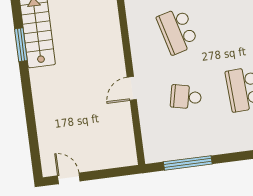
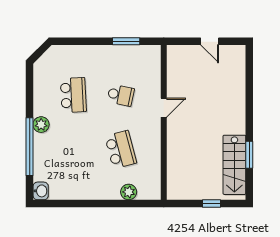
window: (188, 163) -> (126, 41), width x0.69
door: (69, 178) -> (210, 41), moved

